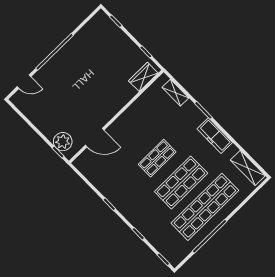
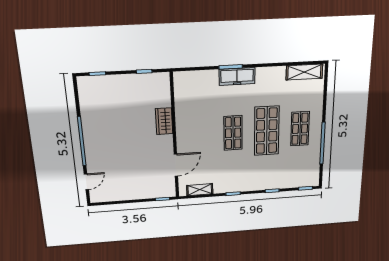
wardrobe: (143, 77) -> (164, 121), moved
shelving: (175, 93) -> (200, 190), moved
freezer: (215, 136) -> (237, 76), moved
plant: (63, 142) -> (158, 190), removed
shop shelf: (205, 207) -> (300, 129), width x0.50, depth x0.74

